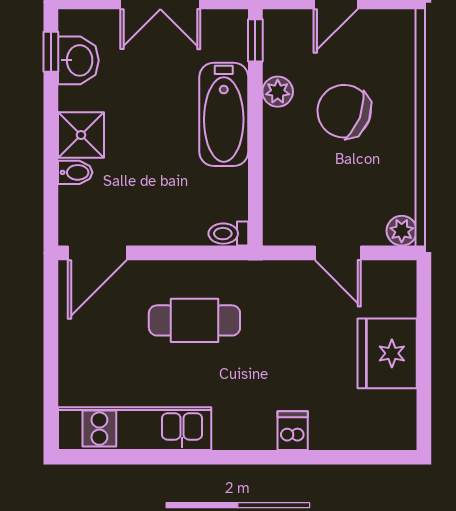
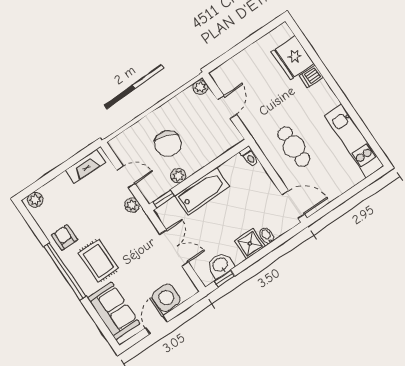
fridge: (387, 353) -> (293, 58), moved, turned 90

